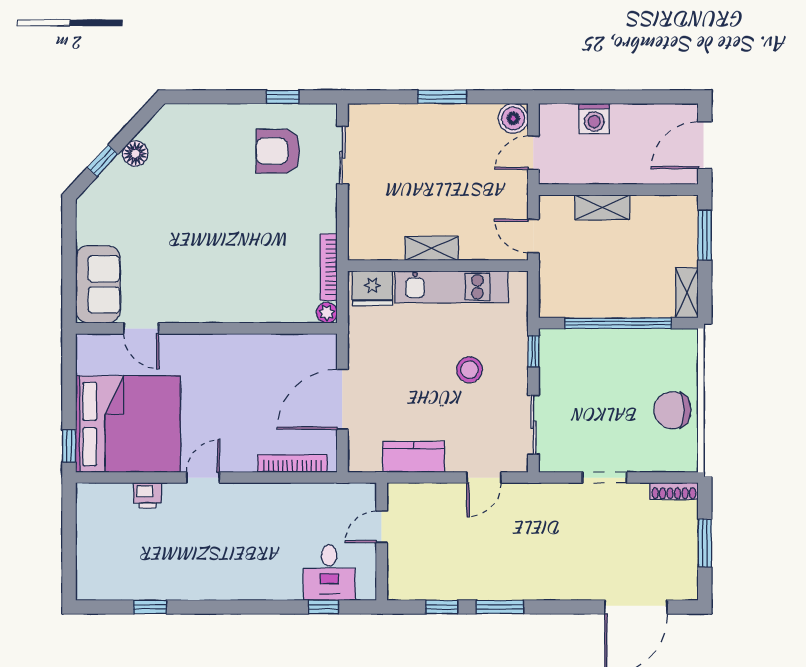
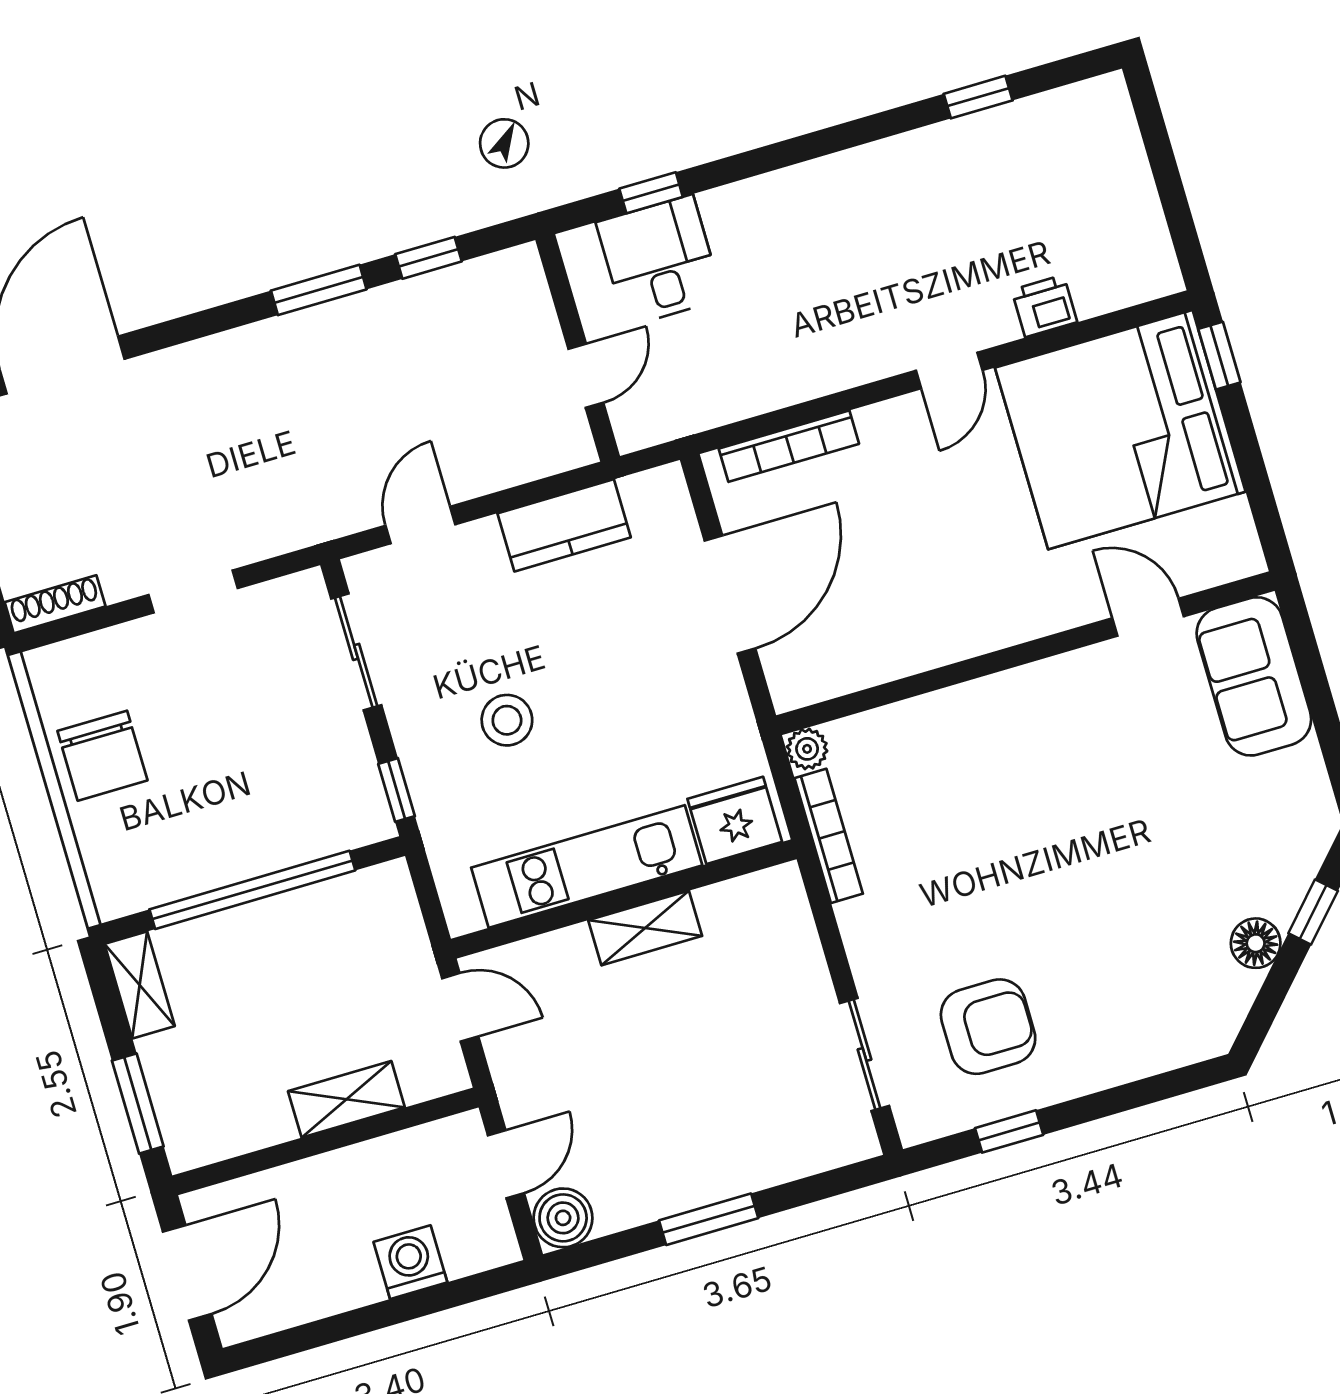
chair: (672, 410) -> (102, 756), turned 90

